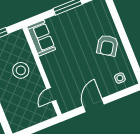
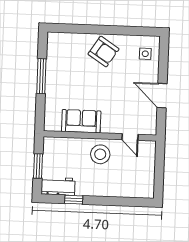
sofa: (41, 38) -> (81, 121), moved
stool: (21, 70) -> (100, 154), moved

